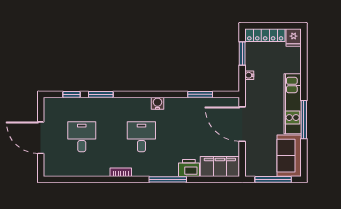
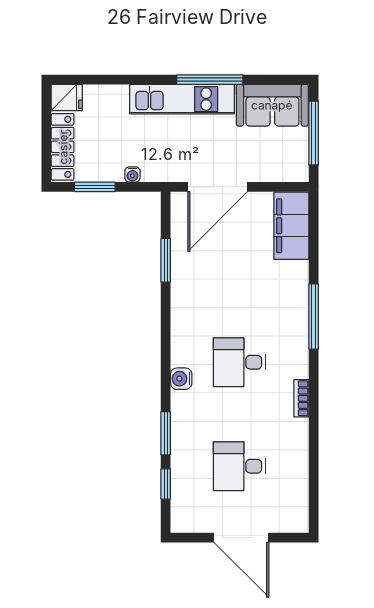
water cooler: (158, 103) -> (181, 379), moved
door: (41, 138) -> (241, 538), hinge flipped
printer: (189, 168) -> (294, 279), removed

